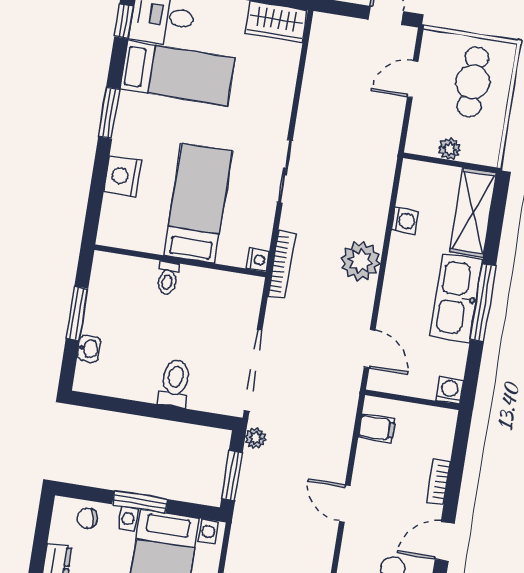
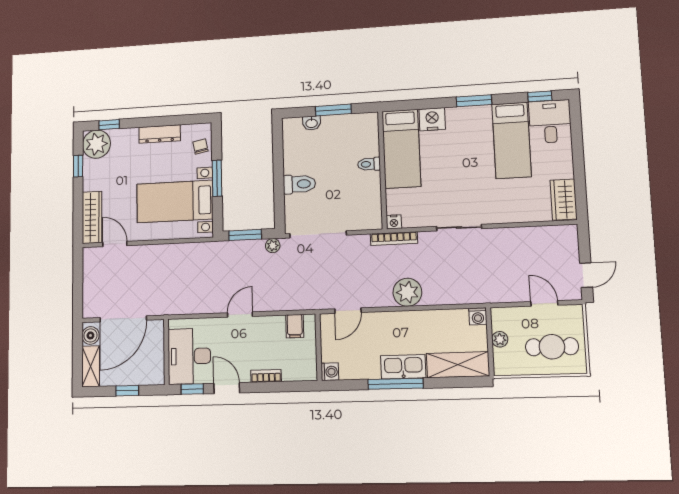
bed: (198, 203) -> (401, 149), moved, turned 90
washing machine: (405, 221) -> (478, 316), moved
kitchen sink: (456, 298) -> (403, 367), width x0.73, depth x0.81

